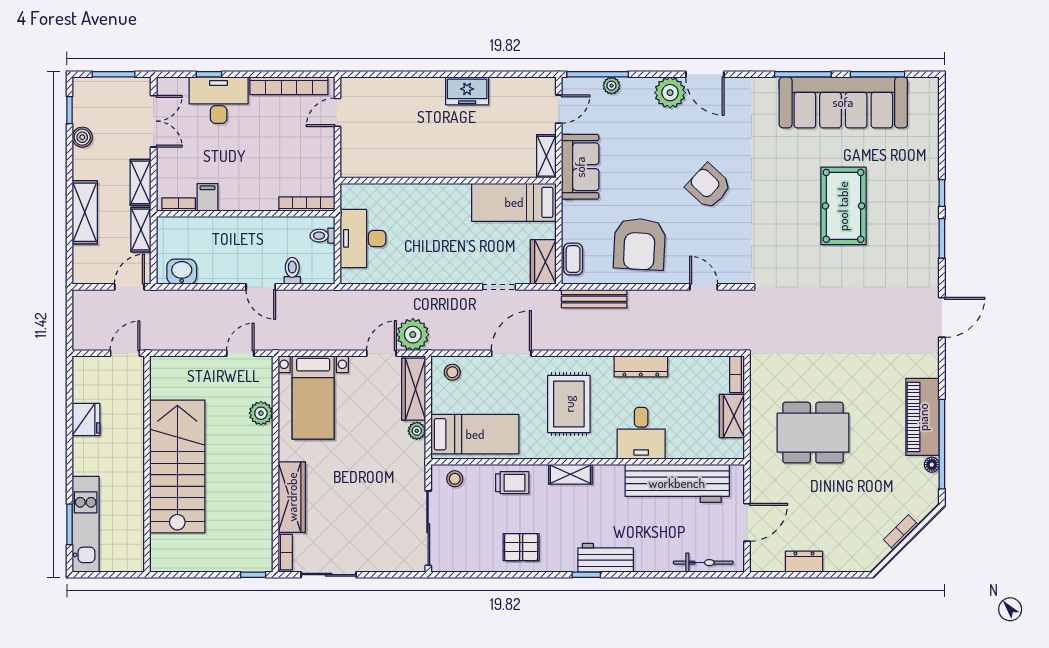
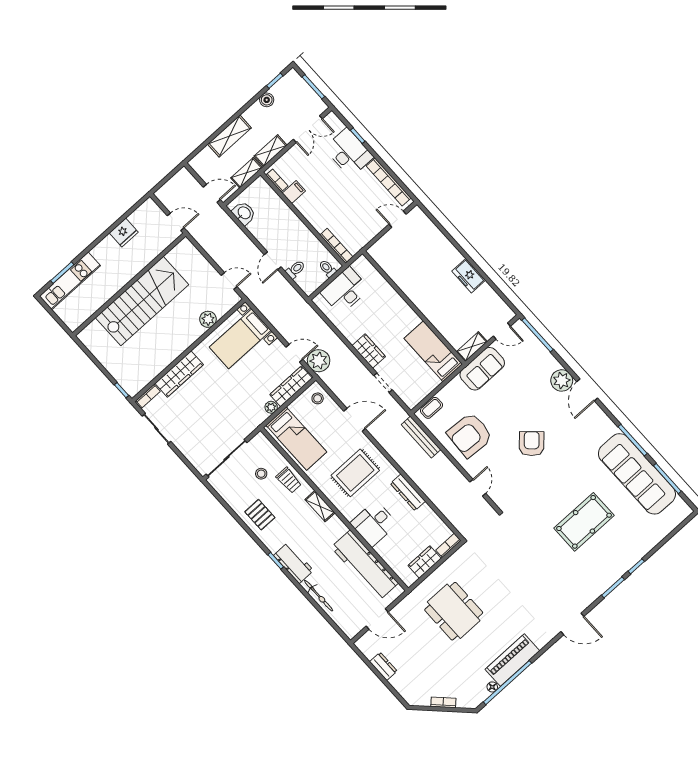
plant: (611, 86) -> (538, 347), removed
wardrobe: (543, 262) -> (369, 351), moved, turned 90
stool: (455, 479) -> (261, 474), moved
bicycle: (703, 563) -> (319, 596), moved

